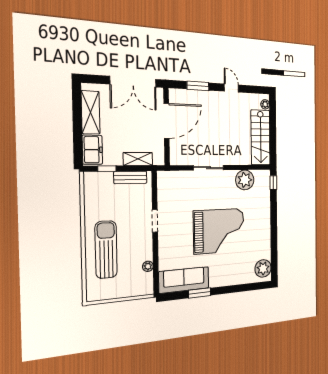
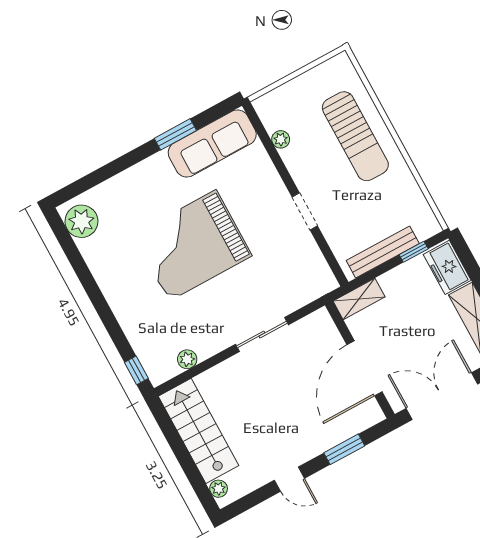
shelving: (138, 159) -> (359, 299), moved
bench: (130, 177) -> (383, 252), width x1.36
plant: (245, 180) -> (187, 359), width x0.53, depth x0.53

